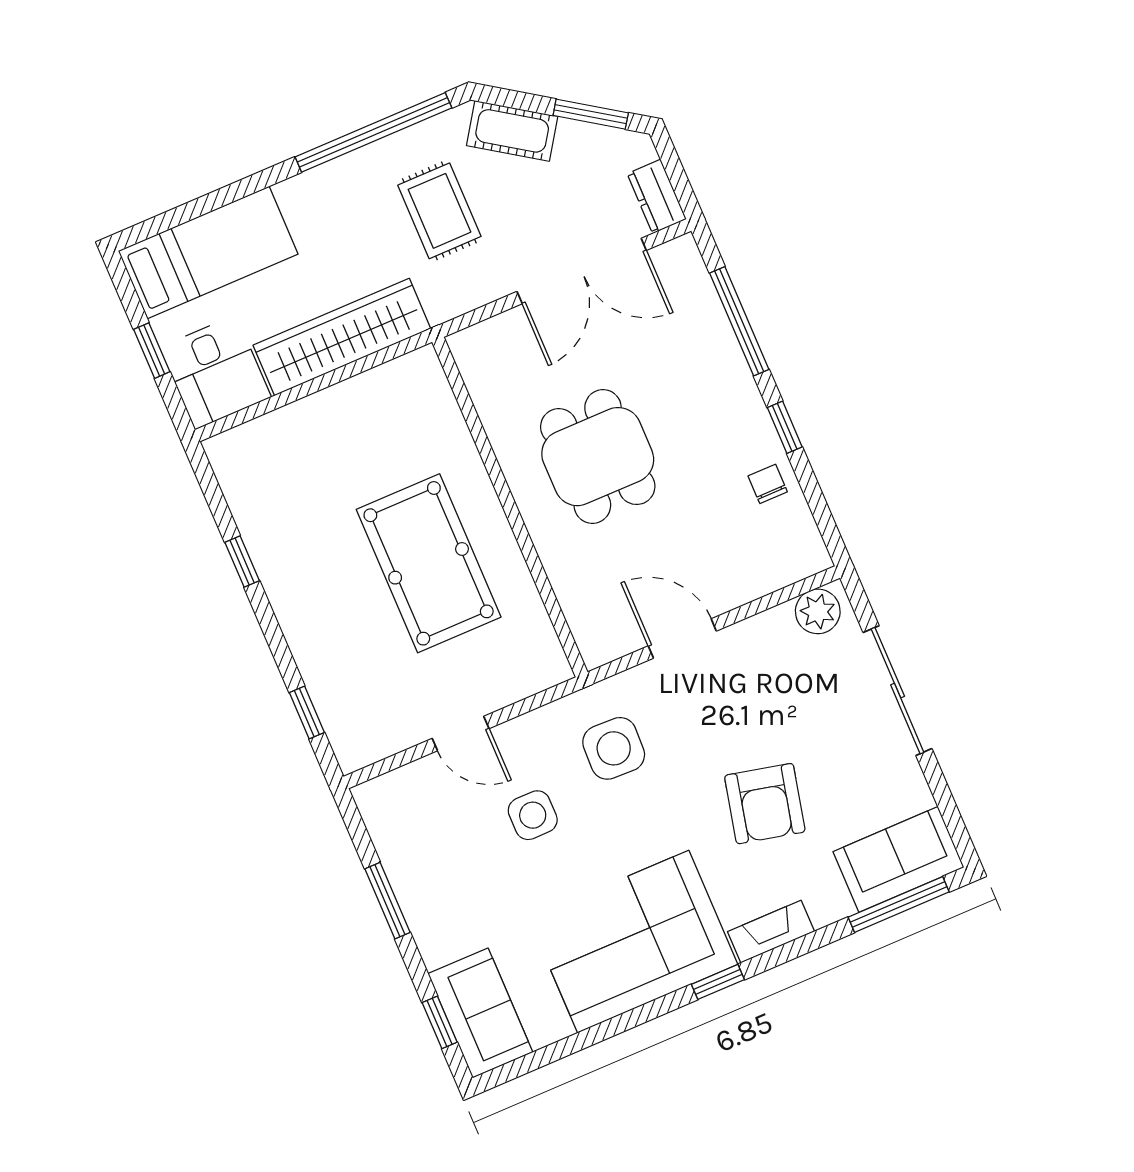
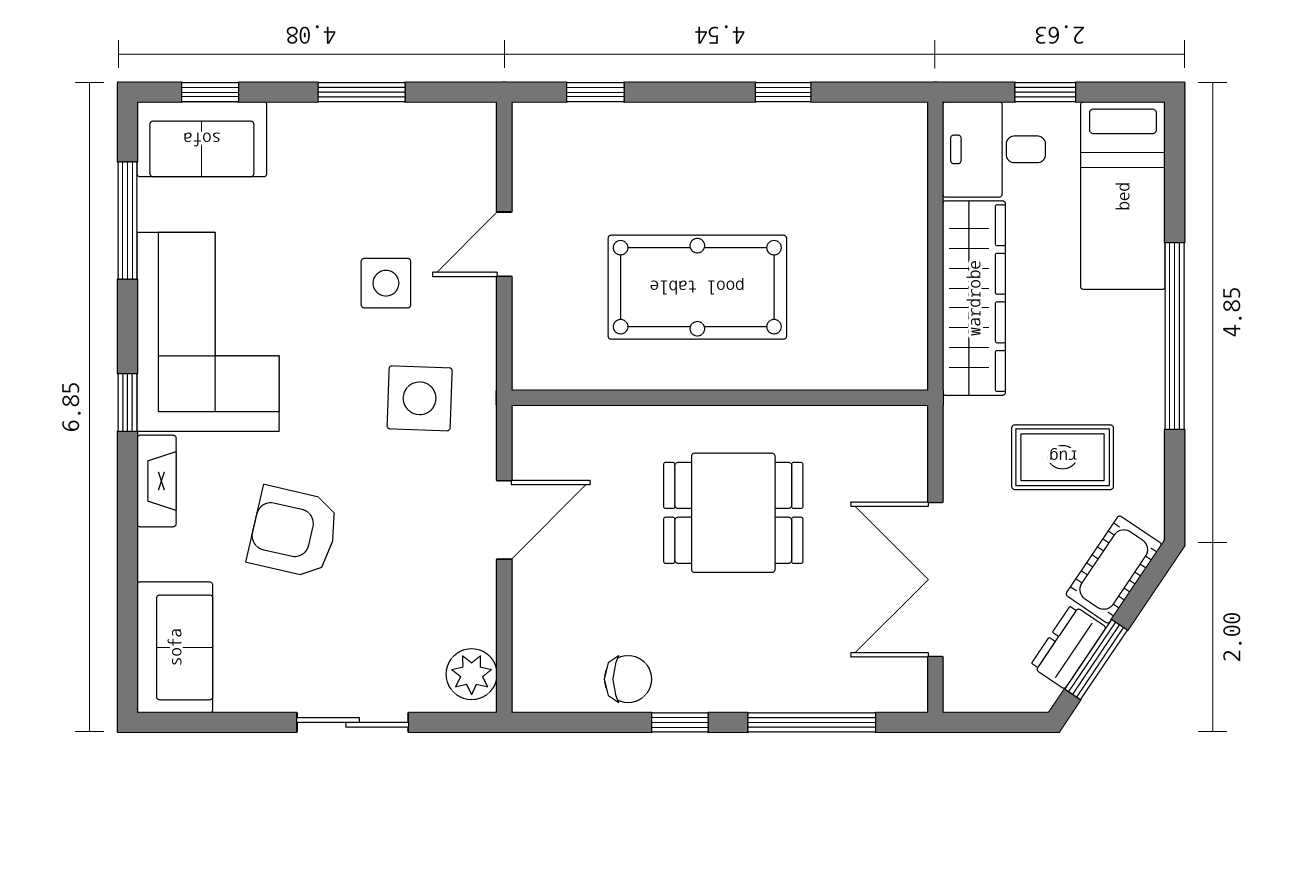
window: (373, 132) -> (1175, 336), moved
dresser: (657, 196) -> (1068, 647), moved, turned -56
chair: (768, 484) -> (628, 679), width x1.37, depth x1.37
sliding door: (898, 691) -> (353, 722), width x0.73
window: (899, 904) -> (127, 220), moved

